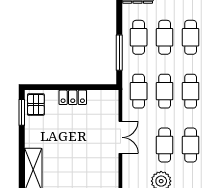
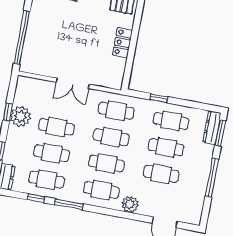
window: (119, 53) -> (159, 98), width x0.46

